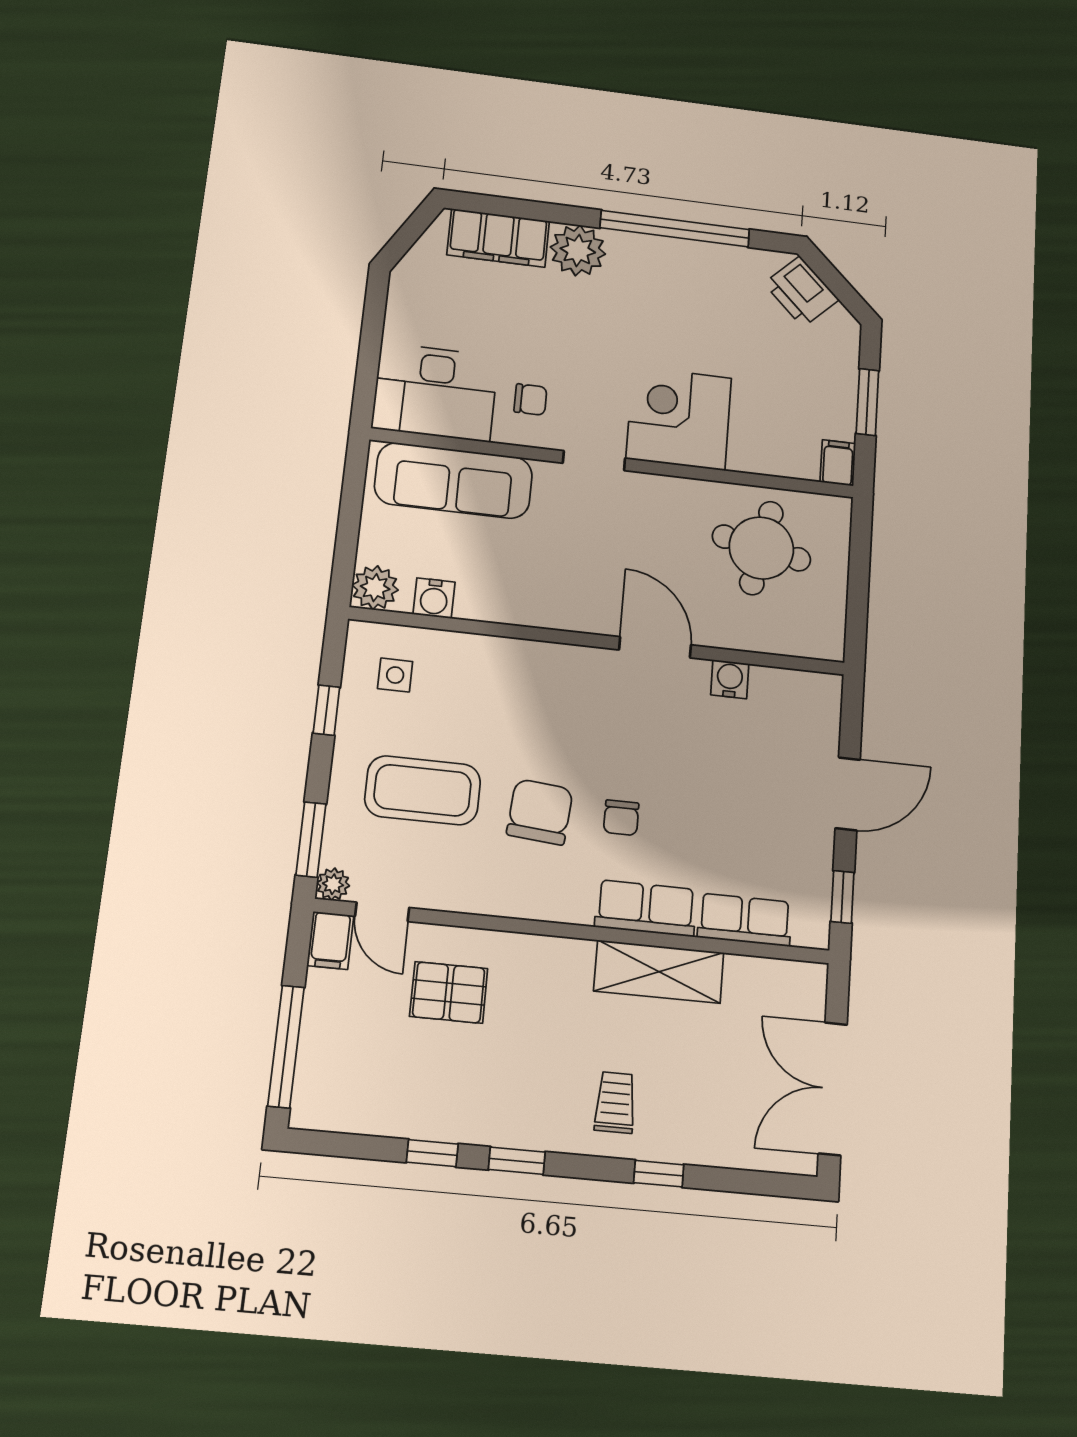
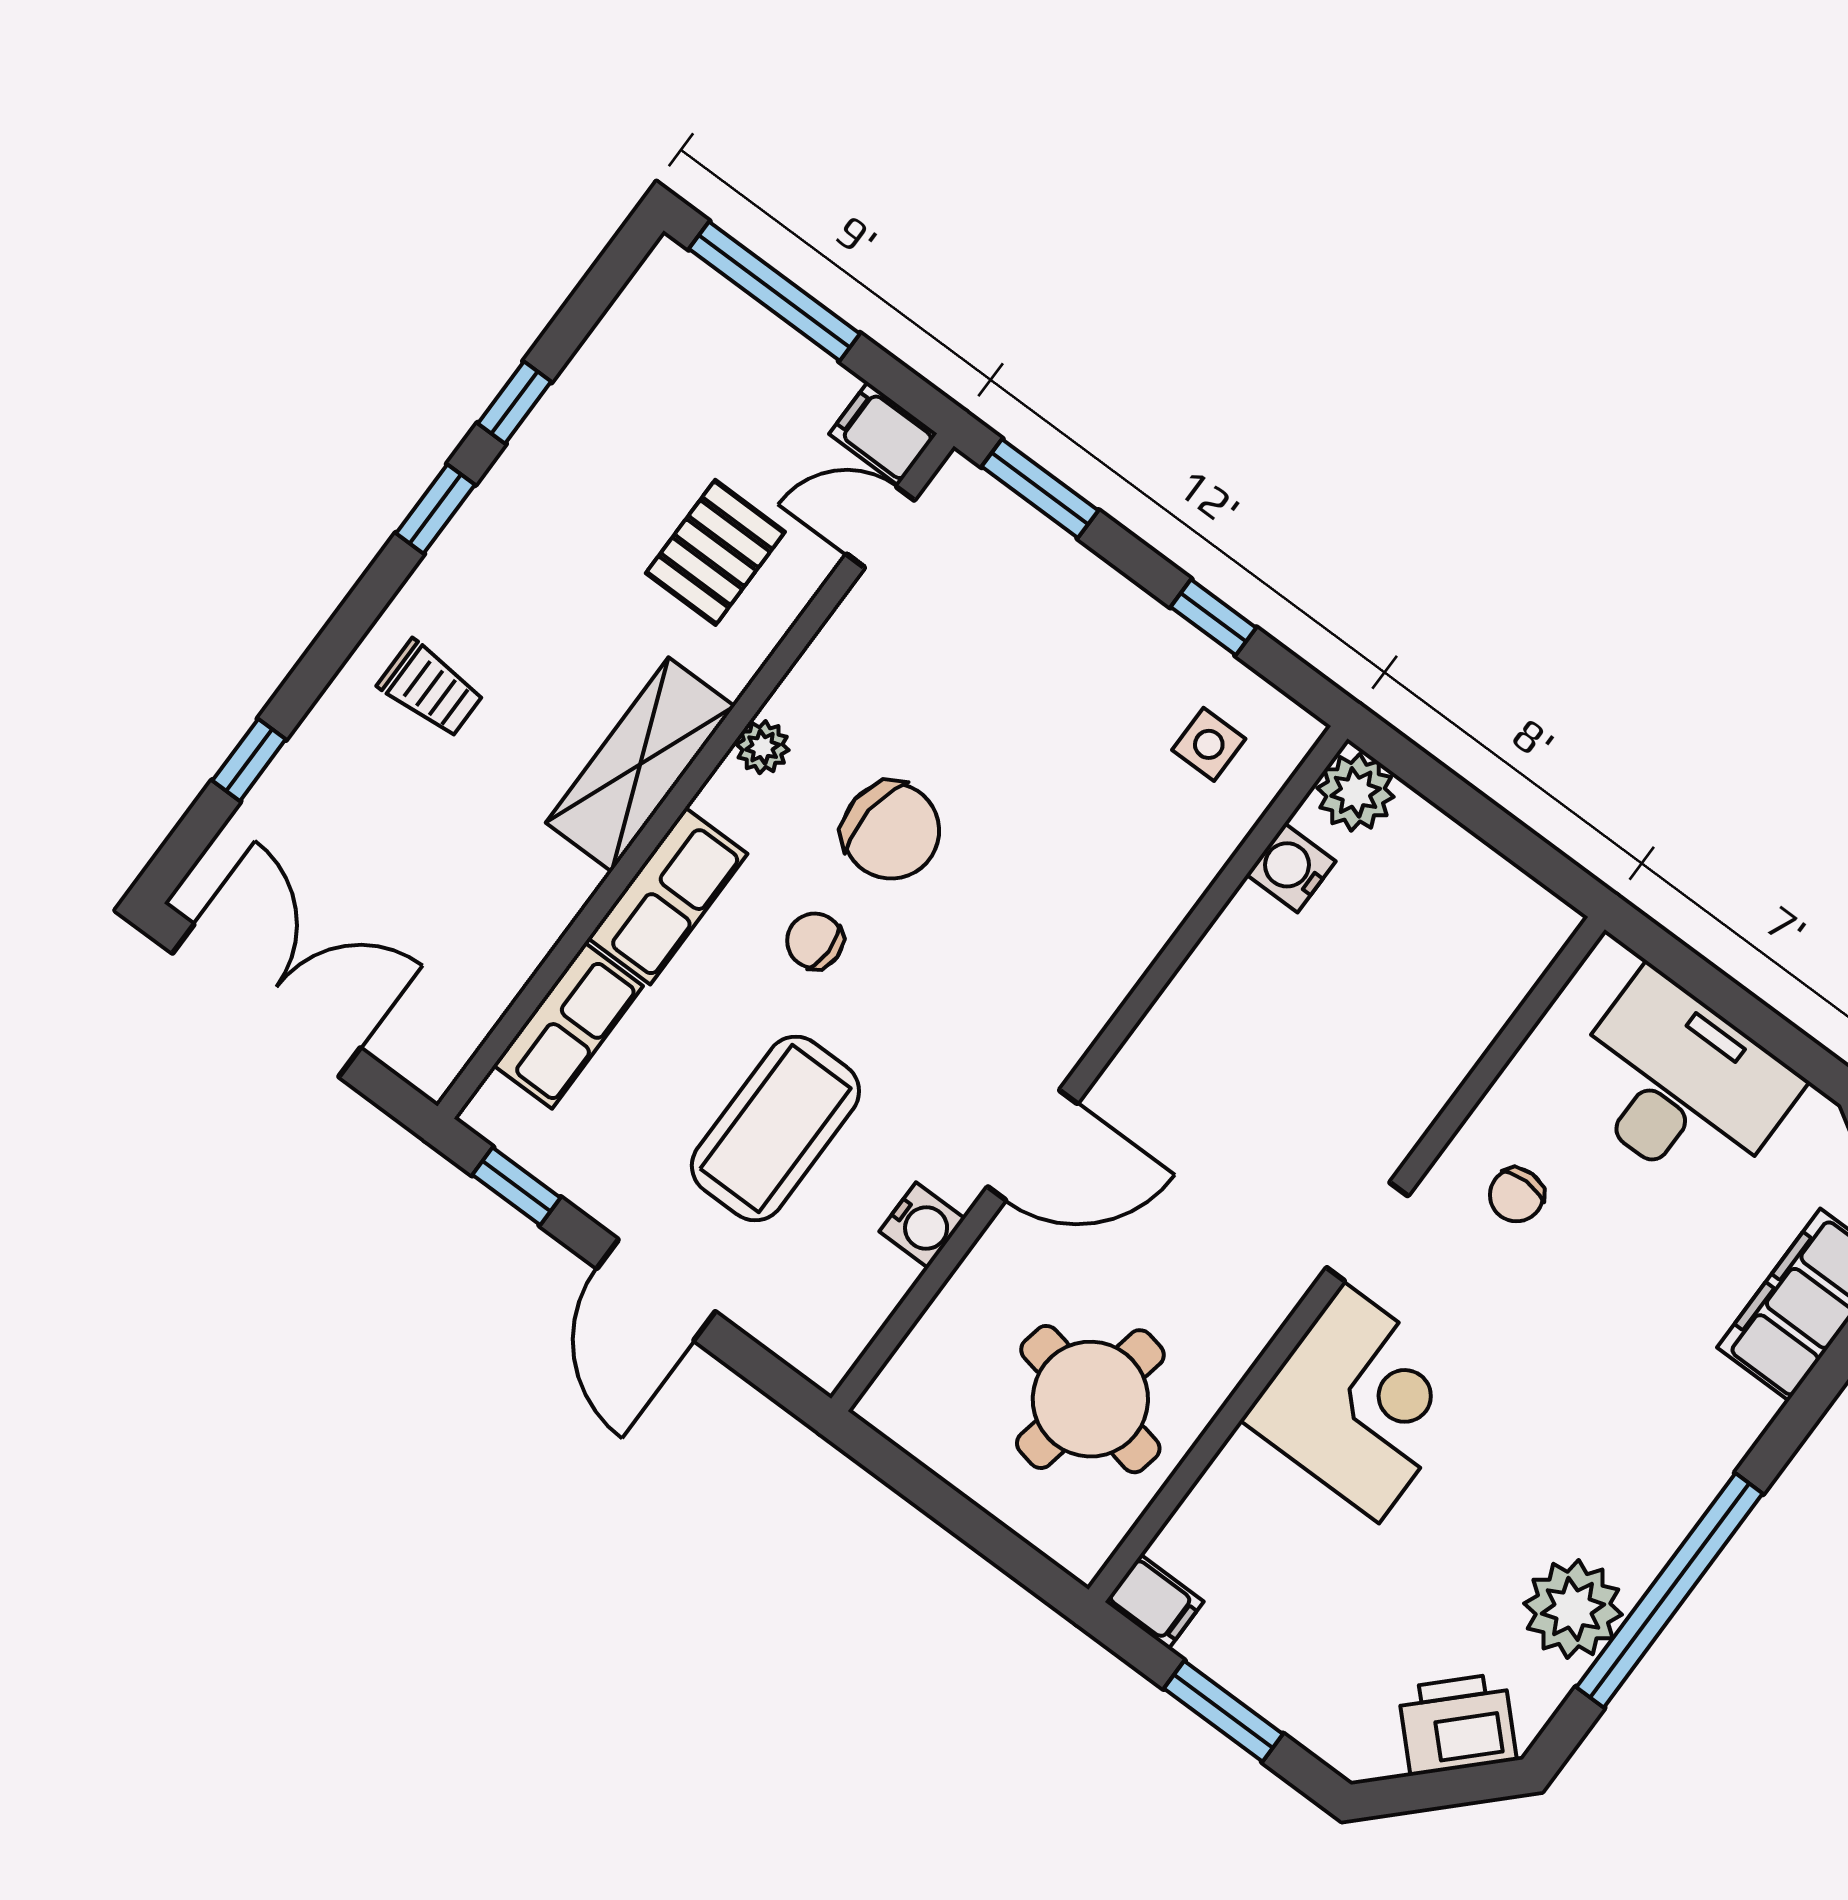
plant: (578, 250) -> (1573, 1609), moved
desk: (435, 392) -> (1680, 1085), moved, turned 90
sofa: (454, 481) -> (1454, 1004), removed
coffee table: (423, 790) -> (775, 1128), moved
plant: (333, 884) -> (763, 747), moved
shelving: (659, 972) -> (640, 764), moved
window: (659, 1174) -> (249, 760), moved

